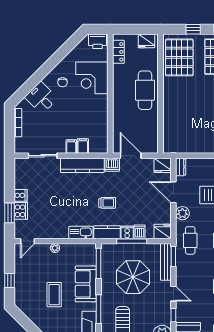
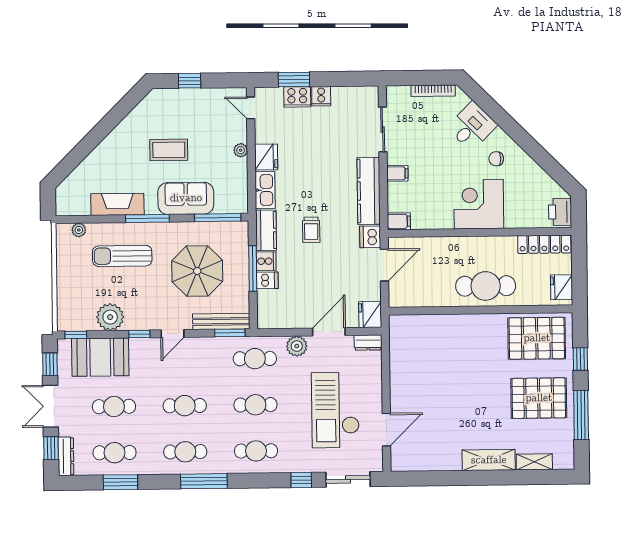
locker: (118, 52) -> (544, 244), width x1.53
corner desk: (92, 78) -> (479, 204), moved
filing cabinet: (83, 146) -> (399, 221), moved
fridge: (163, 231) -> (266, 157), moved

